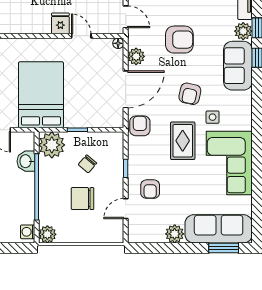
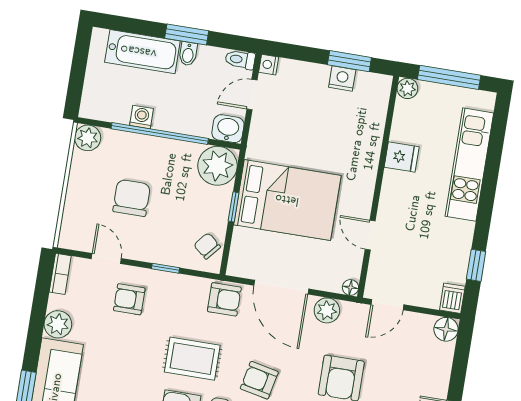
fridge: (60, 23) -> (402, 157), moved
door: (81, 36) -> (370, 235), swing flipped
bed: (41, 95) -> (287, 200), moved
washbasin: (26, 161) -> (228, 129), moved
chair: (87, 164) -> (207, 246), moved
washing machine: (28, 232) -> (142, 117), moved
bookcase: (141, 238) -> (60, 274), added

